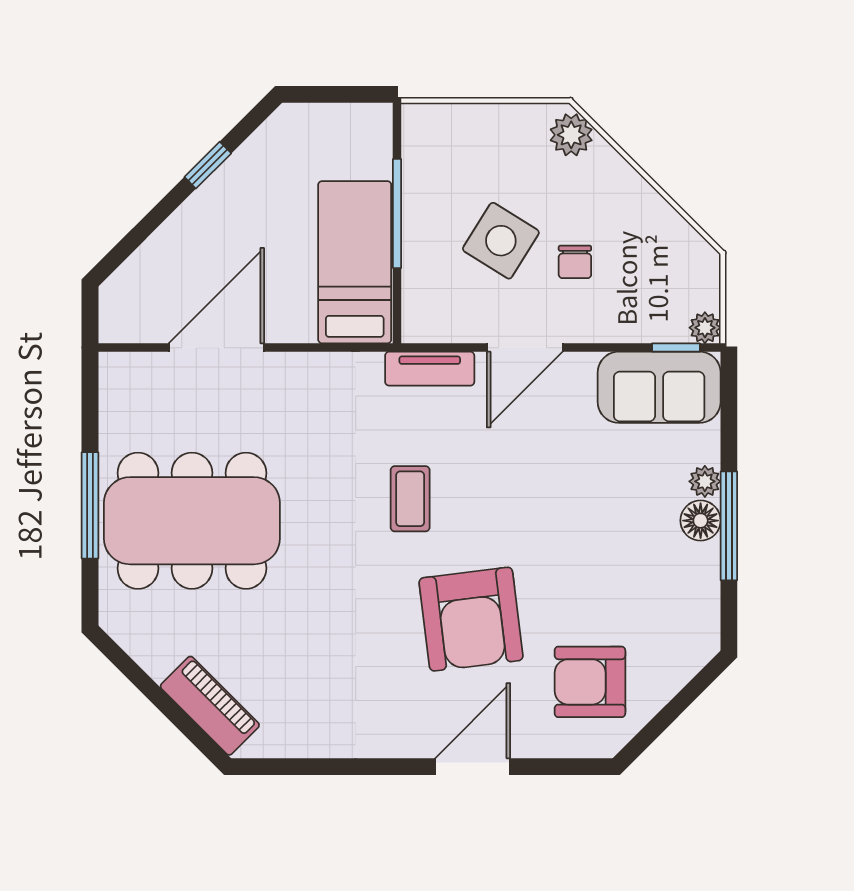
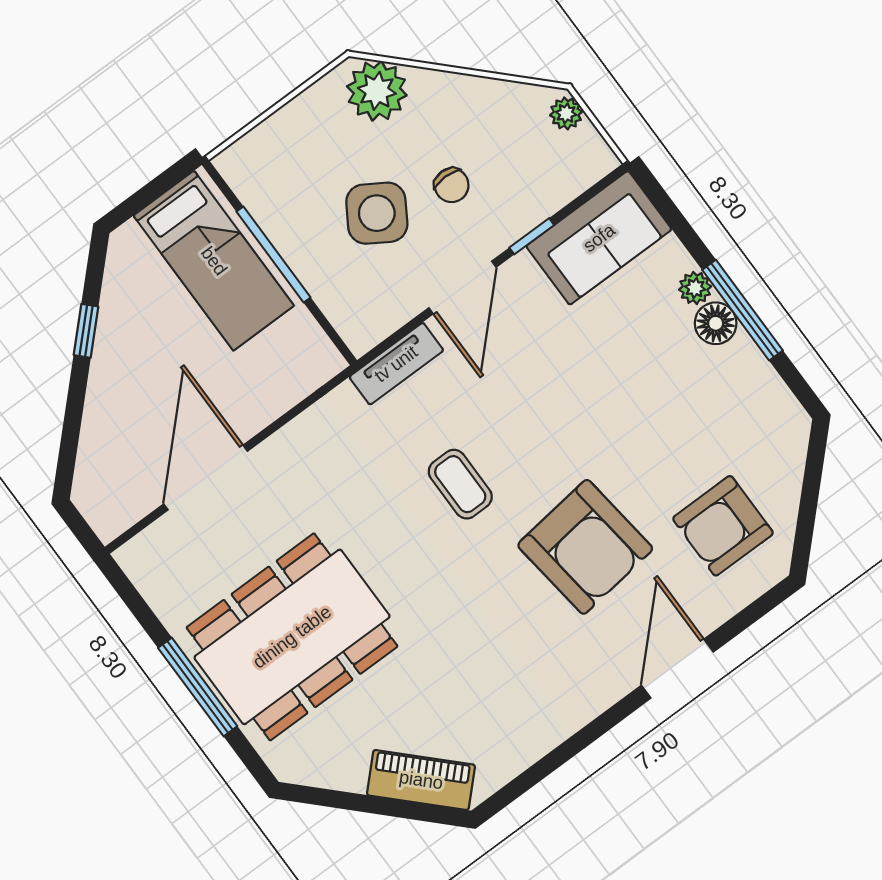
plant: (571, 135) -> (377, 91), width x1.36, depth x1.36
bed: (355, 262) -> (214, 261), moved, turned 180
plant: (705, 328) -> (566, 113), moved
window: (676, 348) -> (532, 236), moved

